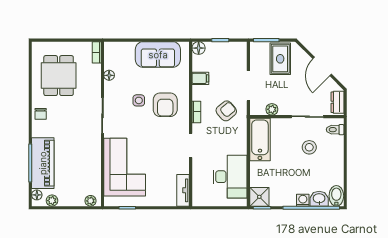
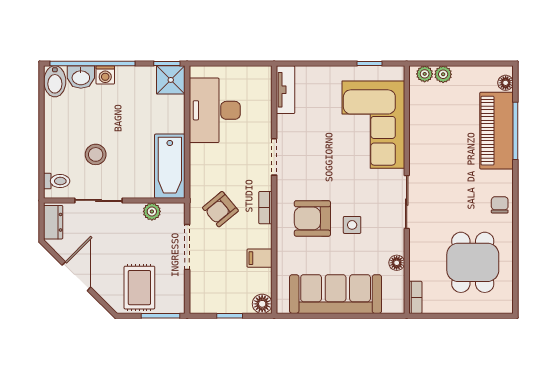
sofa: (158, 55) -> (336, 294), width x1.36
armchair: (165, 105) -> (312, 218), turned -90
plant: (52, 201) -> (443, 74), moved

